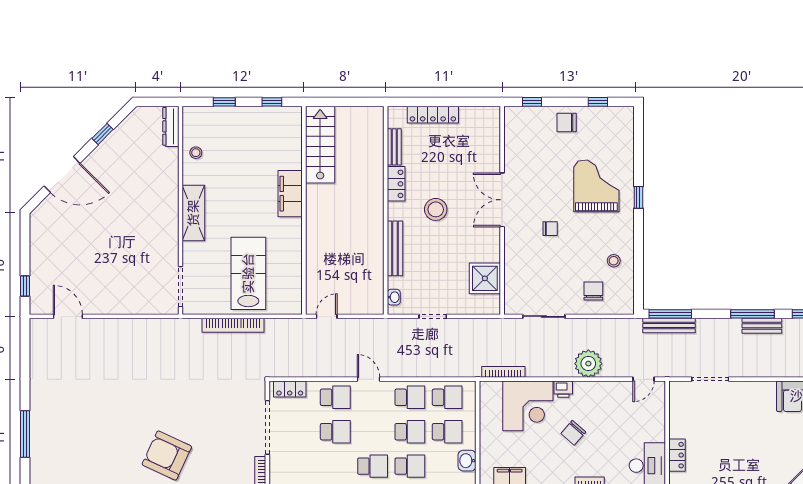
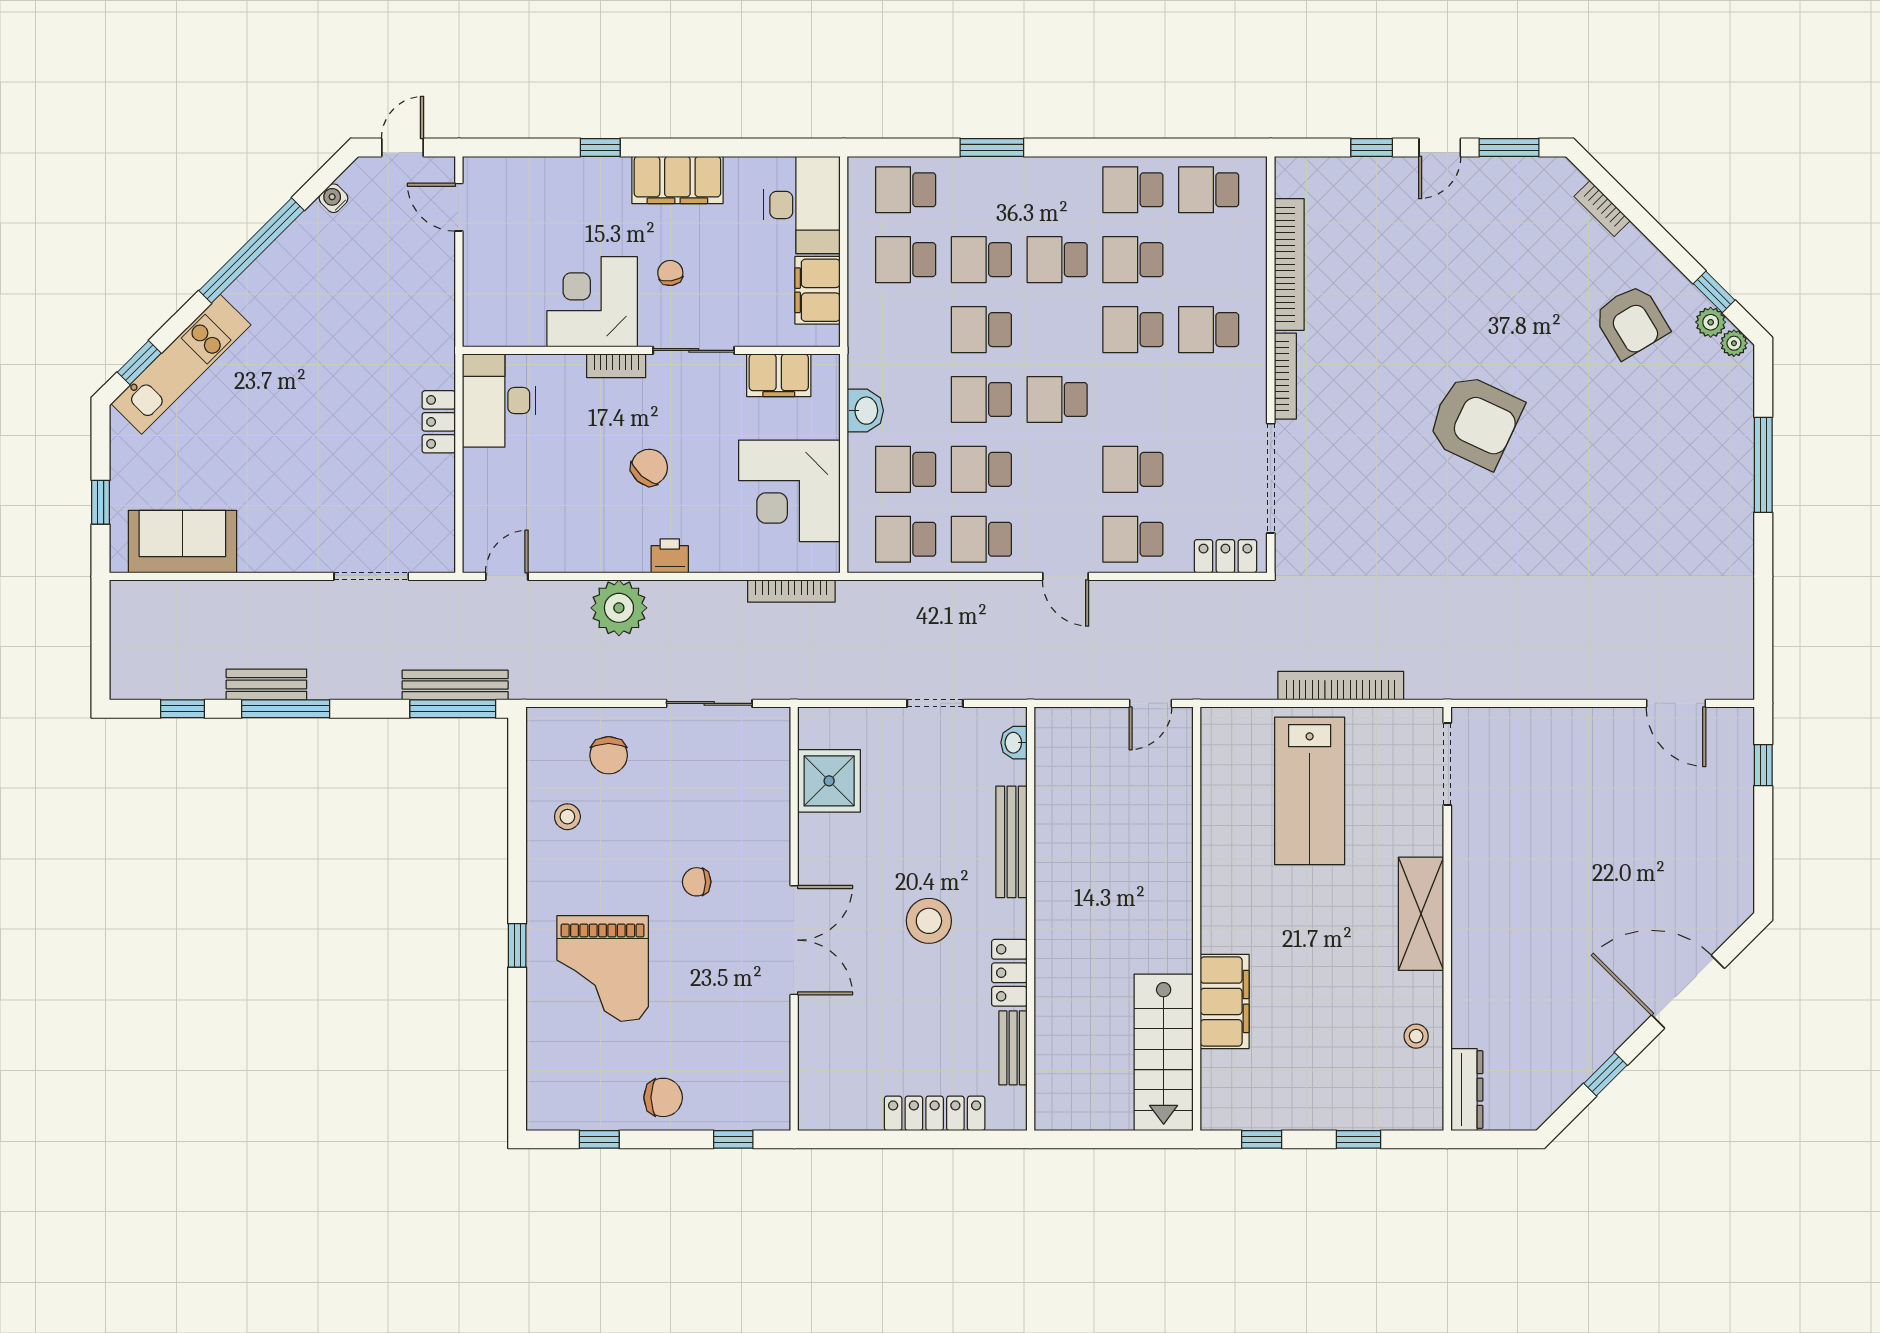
filing cabinet: (290, 194) -> (1225, 1001), moved
corner desk: (528, 406) -> (789, 491), moved, turned -90

